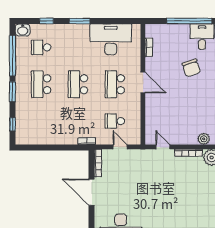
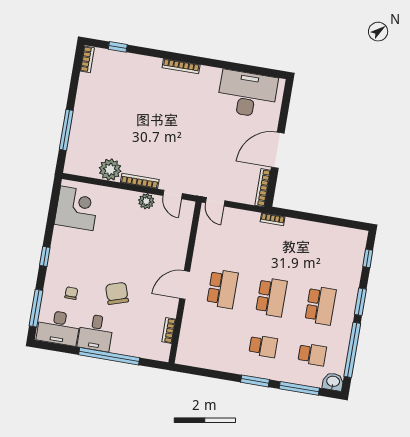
window: (46, 21) -> (299, 388), width x2.17
desk: (111, 39) -> (218, 349), removed
door: (143, 82) -> (185, 285), hinge flipped
school desk: (115, 121) -> (263, 346), moved
plant: (204, 139) -> (146, 201), moved
door: (120, 147) -> (215, 202), moved
door: (92, 192) -> (278, 150), swing flipped

